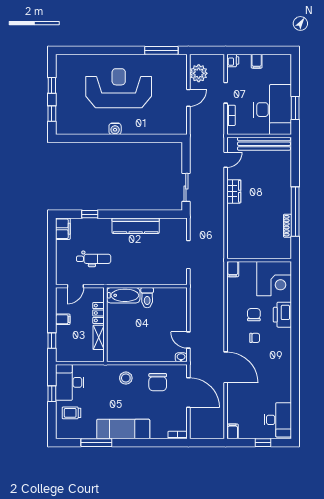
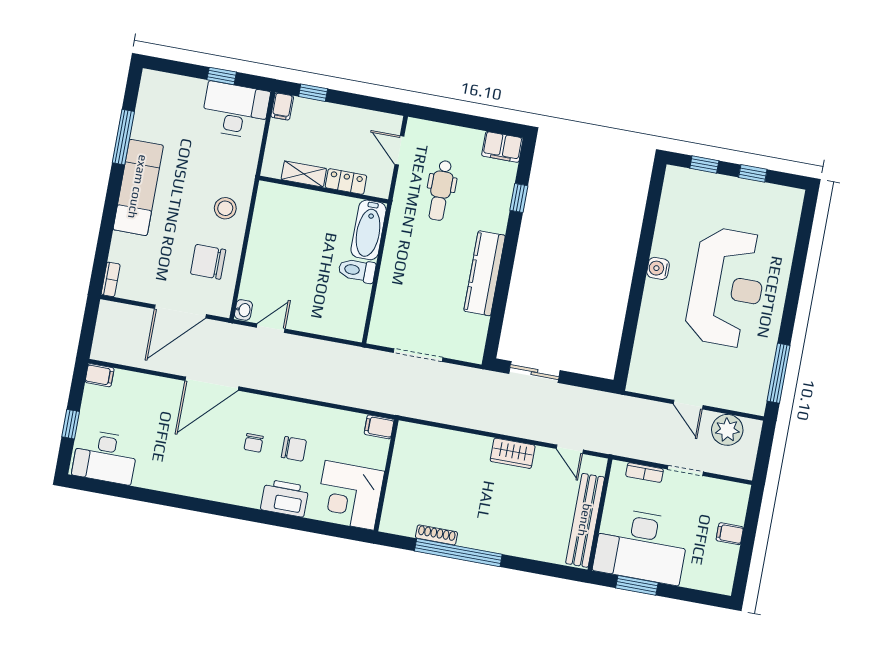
printer: (233, 60) -> (738, 493), removed
filing cabinet: (63, 319) -> (282, 106), moved
trolley: (71, 413) -> (182, 103), removed

